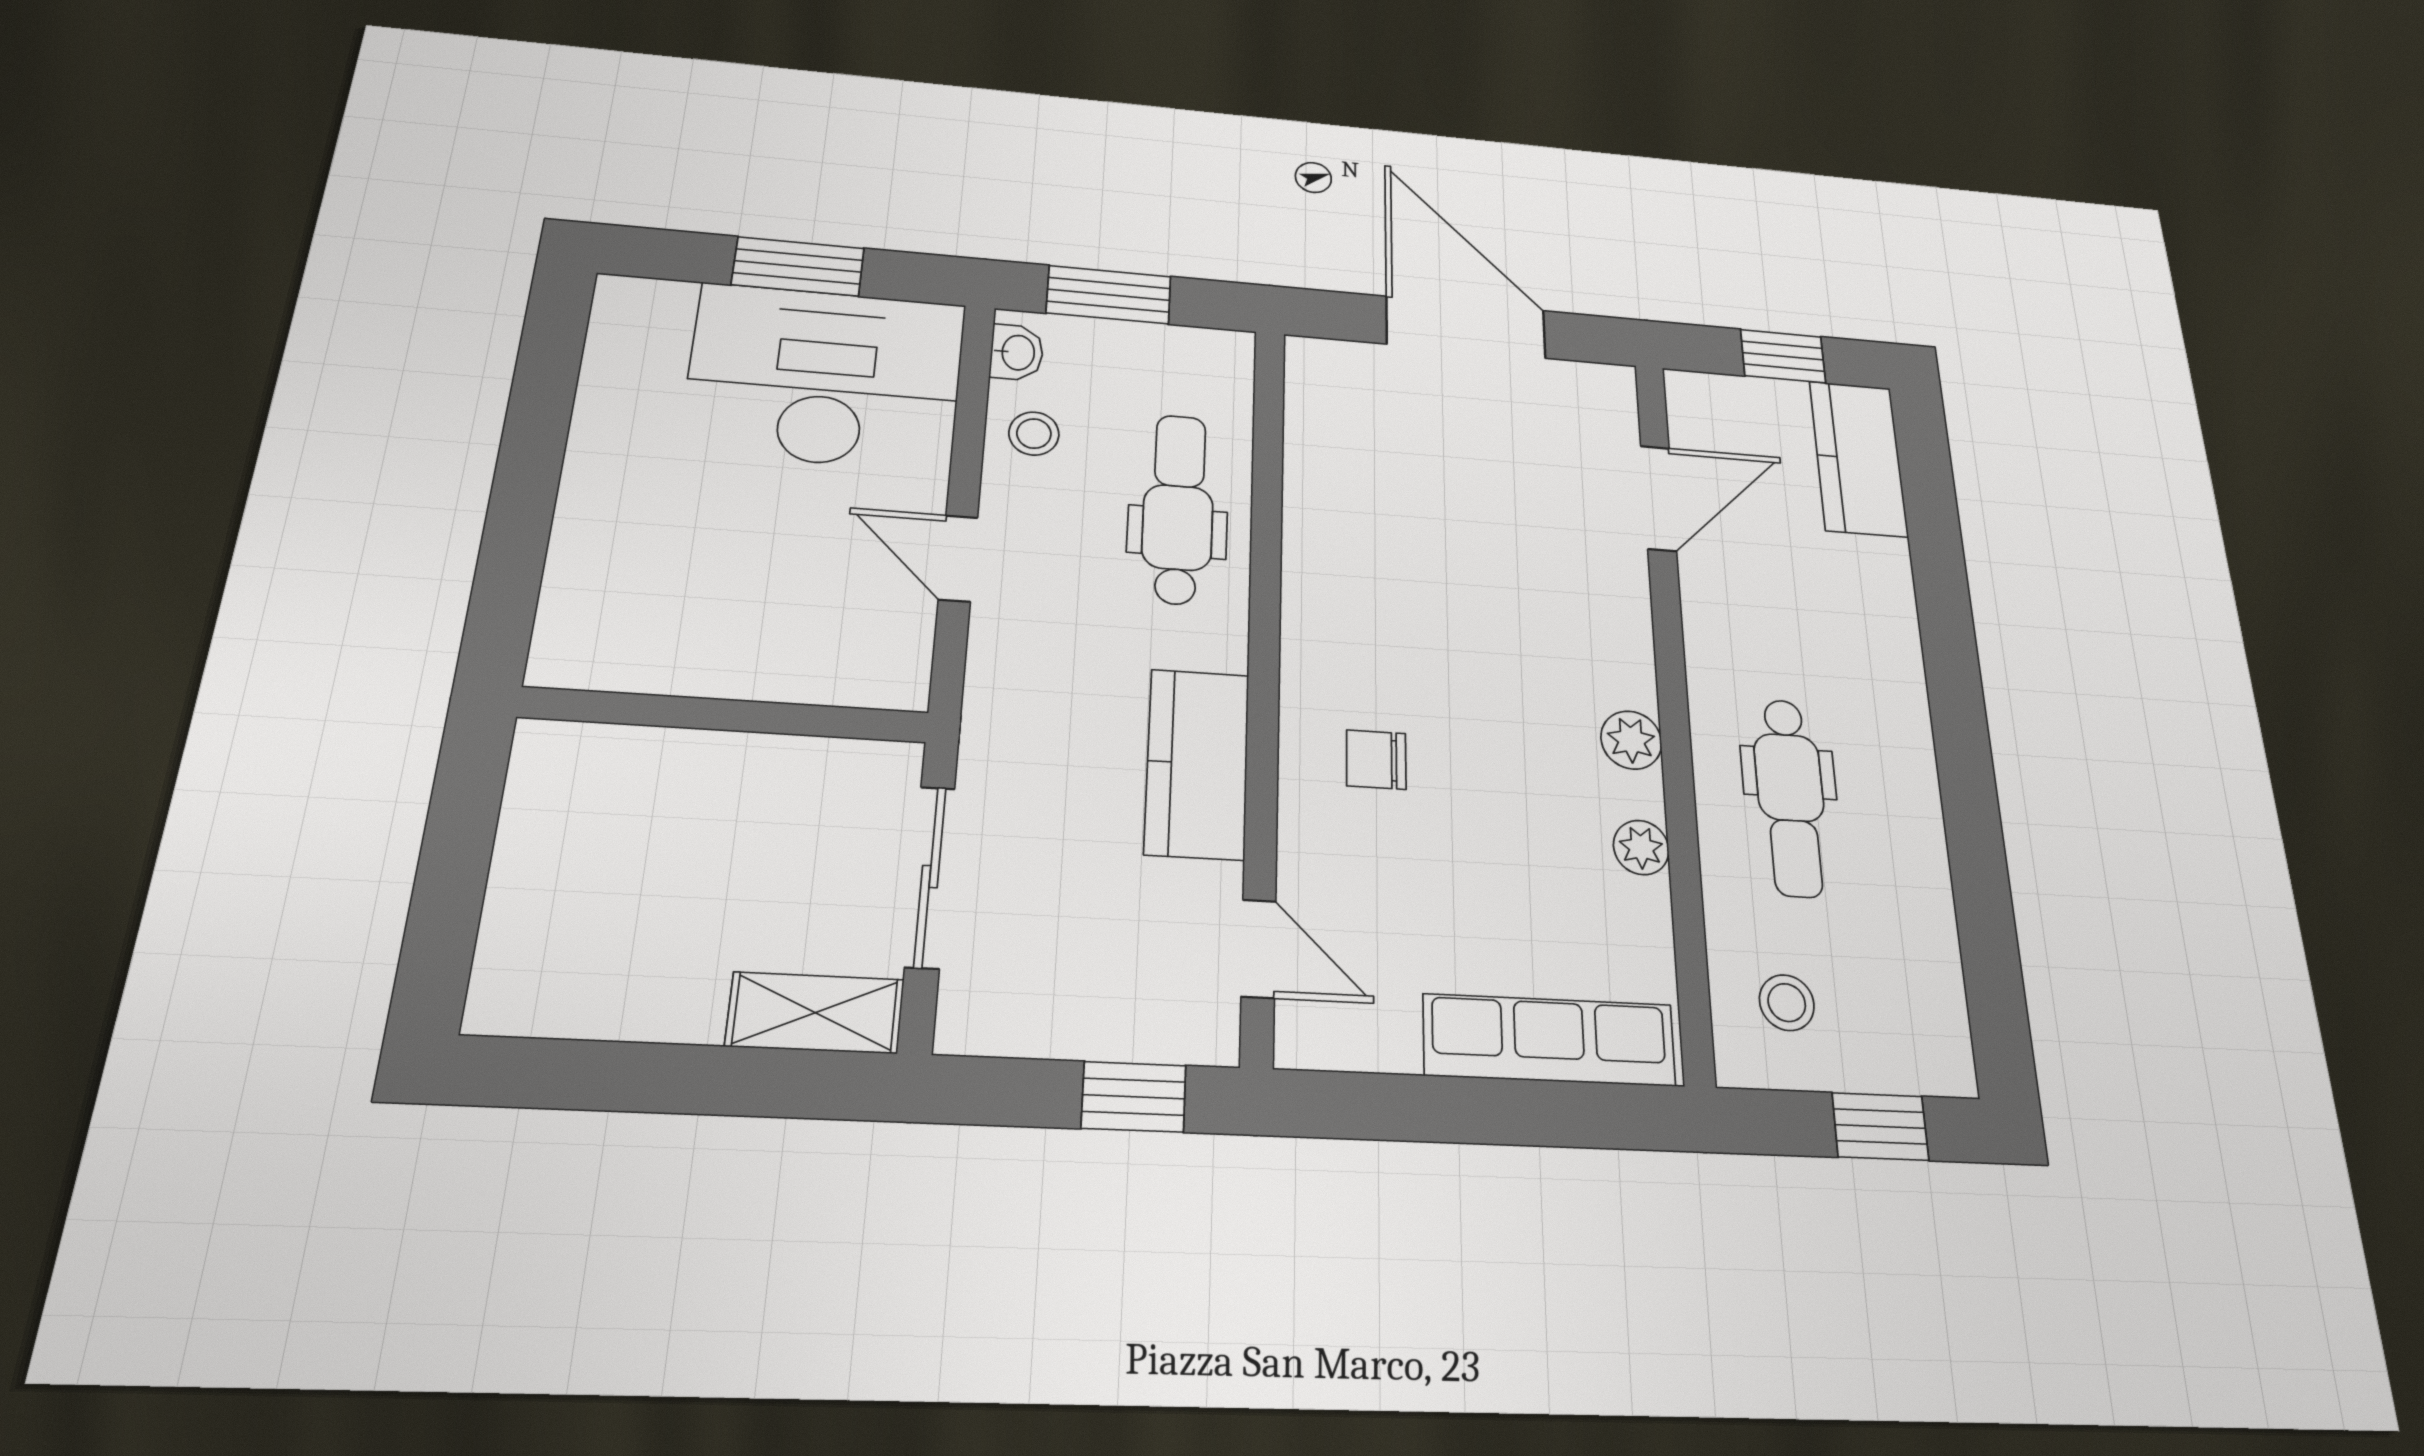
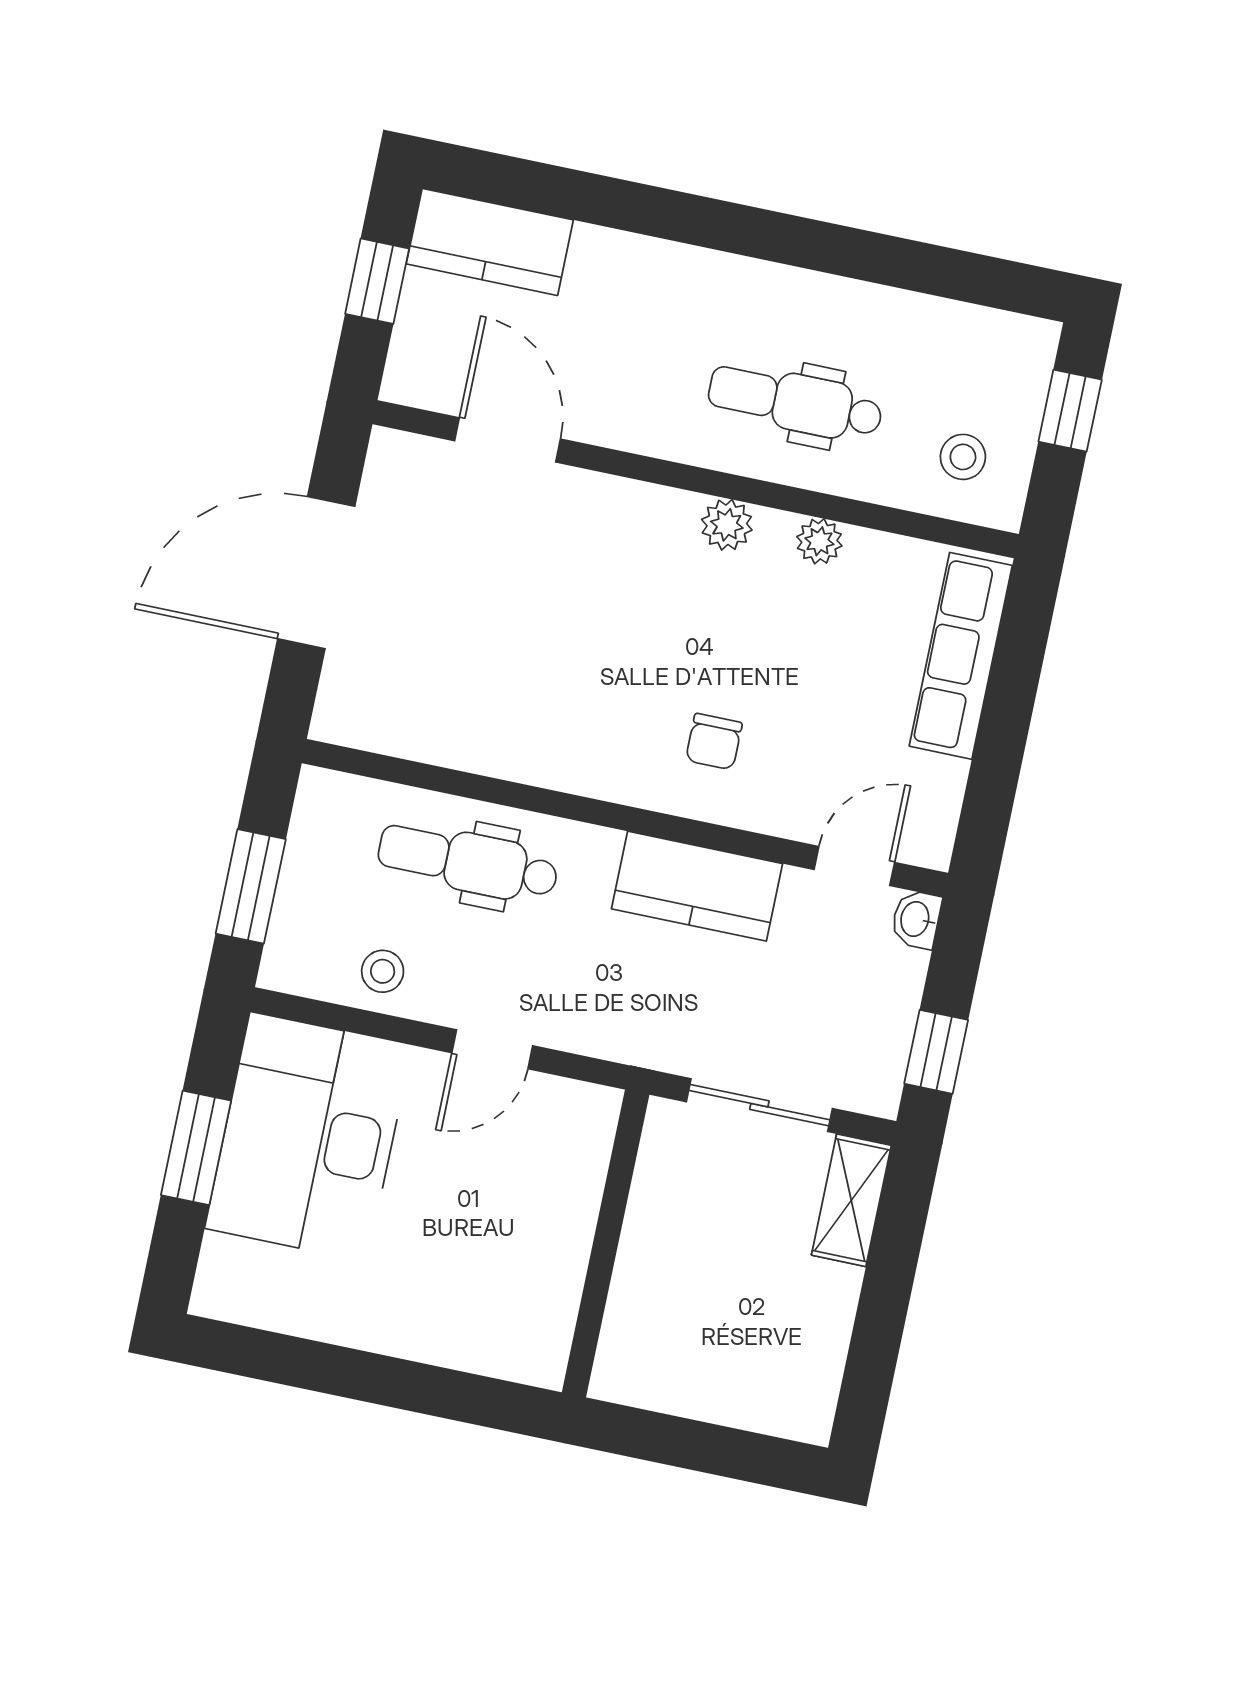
washbasin: (1017, 352) -> (916, 919), moved, turned -90
dental chair: (1791, 797) -> (795, 402), turned 180
window: (1134, 1097) -> (936, 1052), moved

